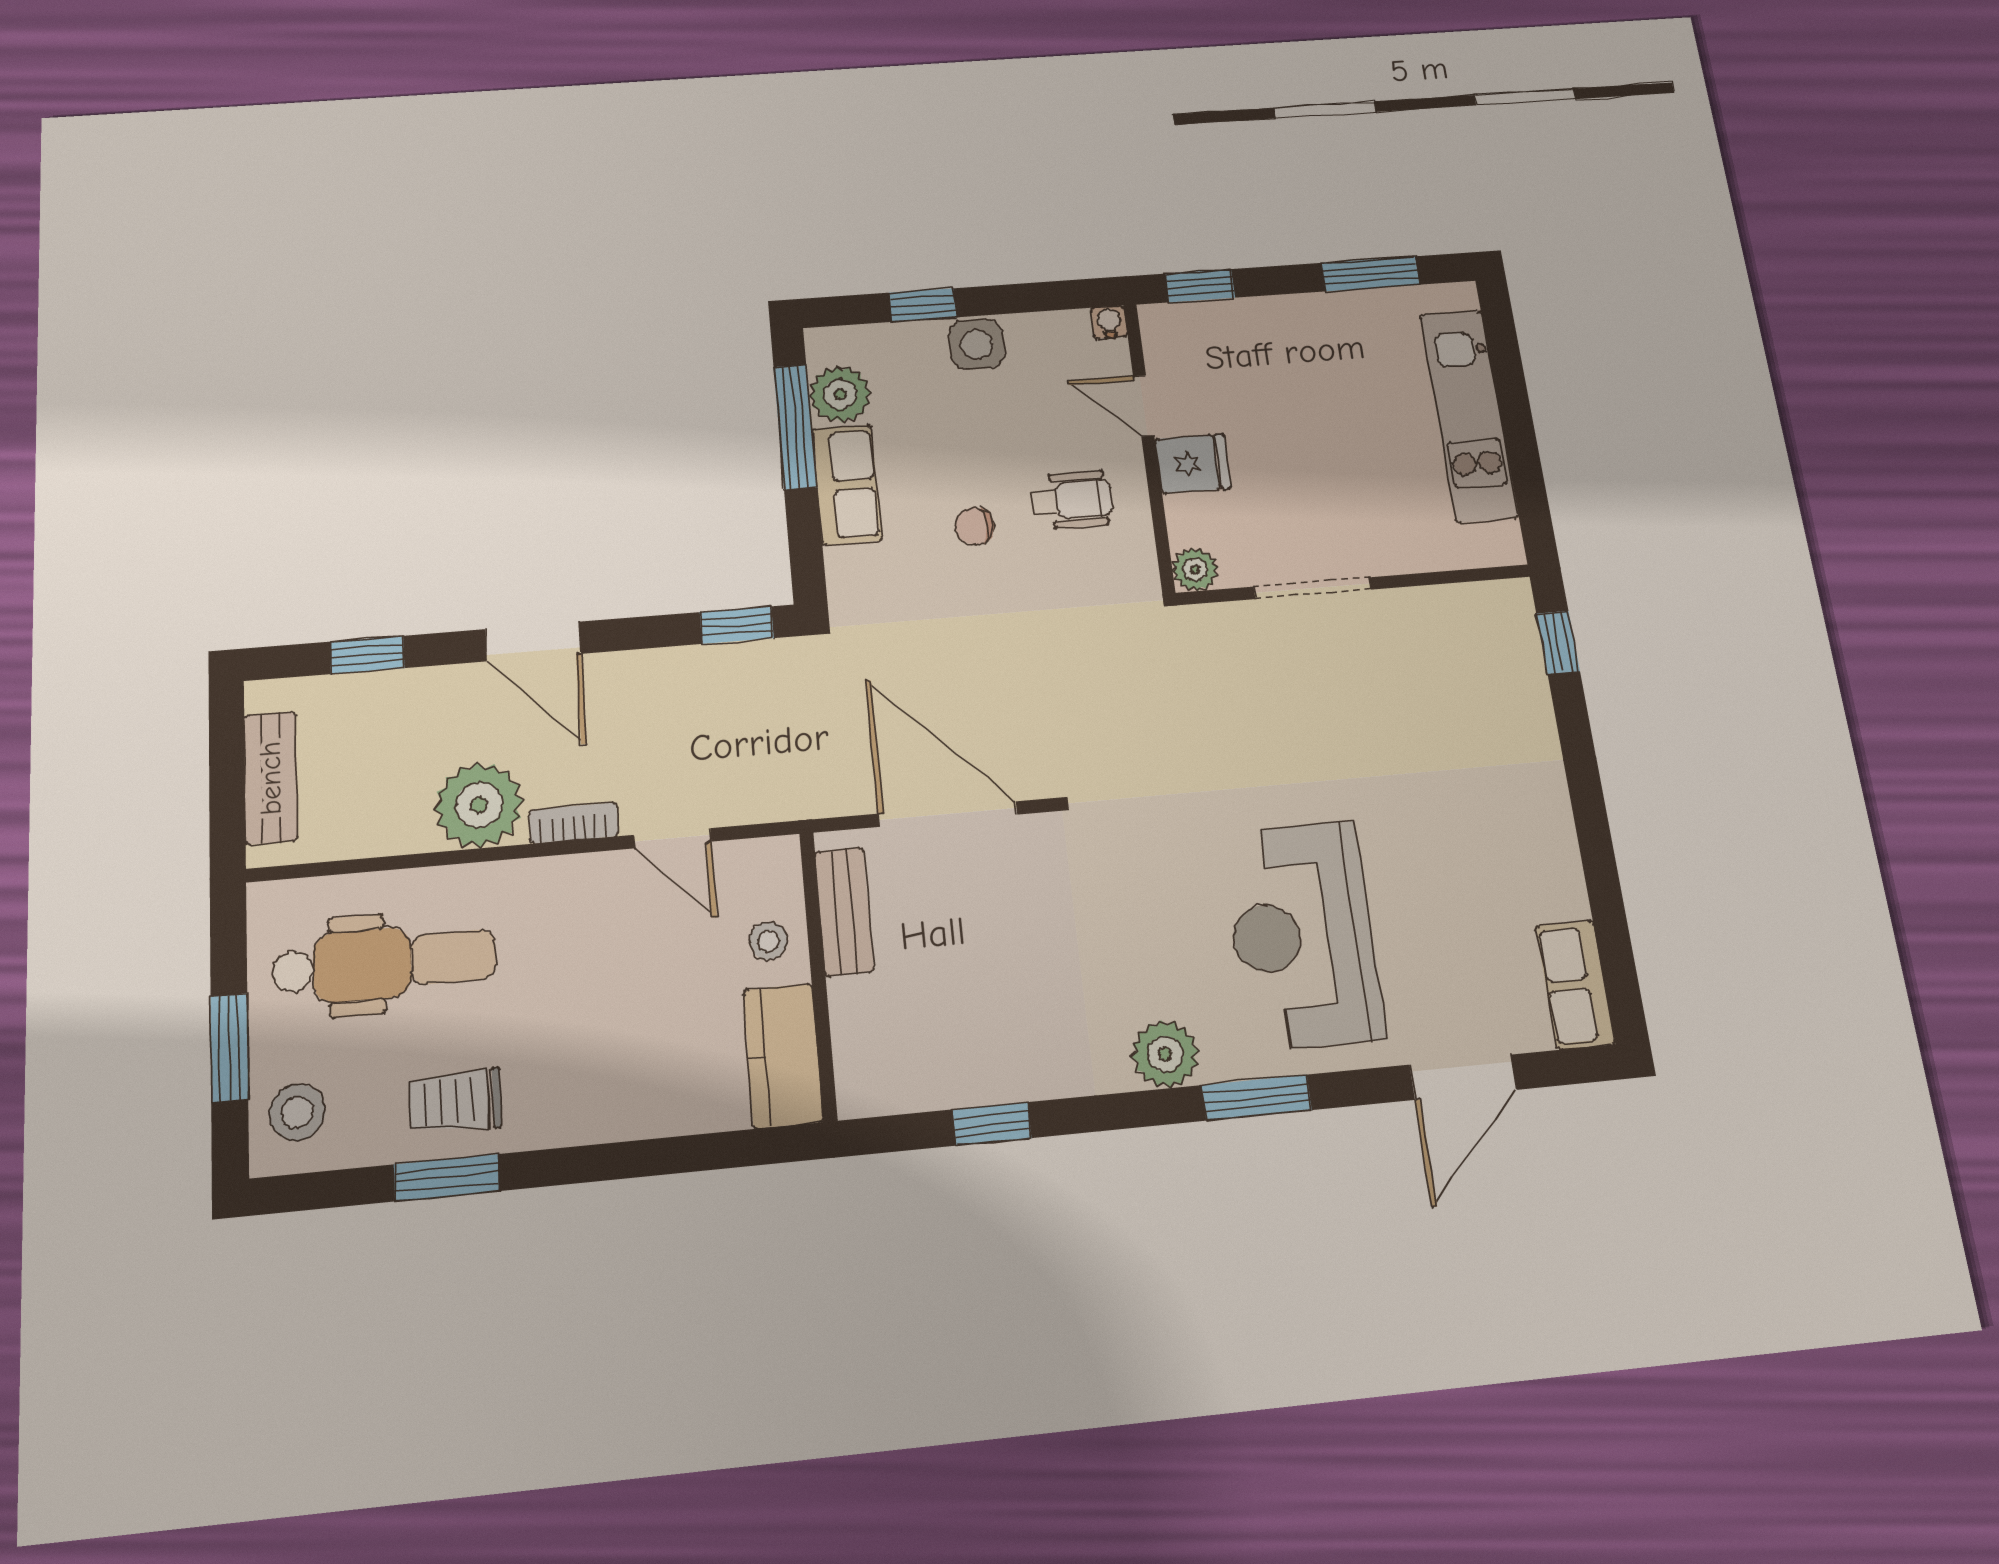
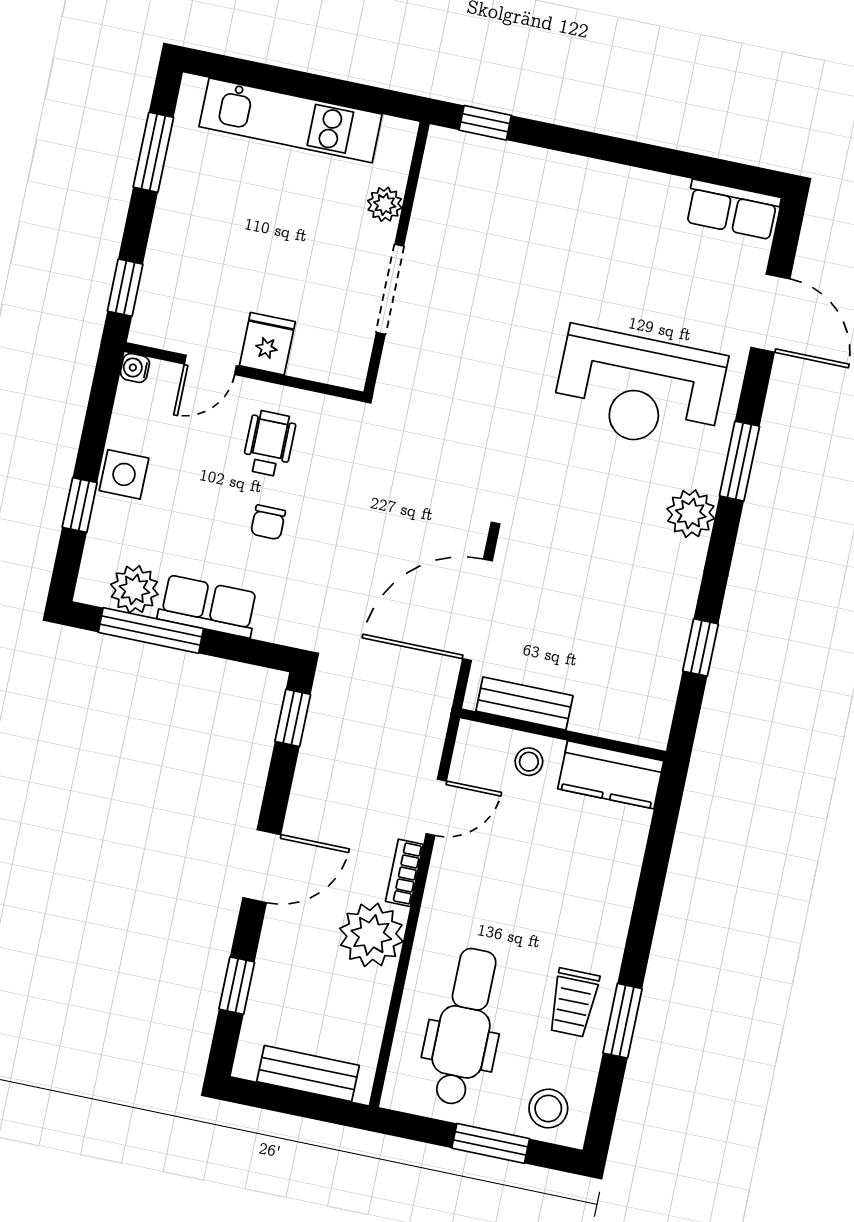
plant: (1195, 569) -> (385, 204), moved

